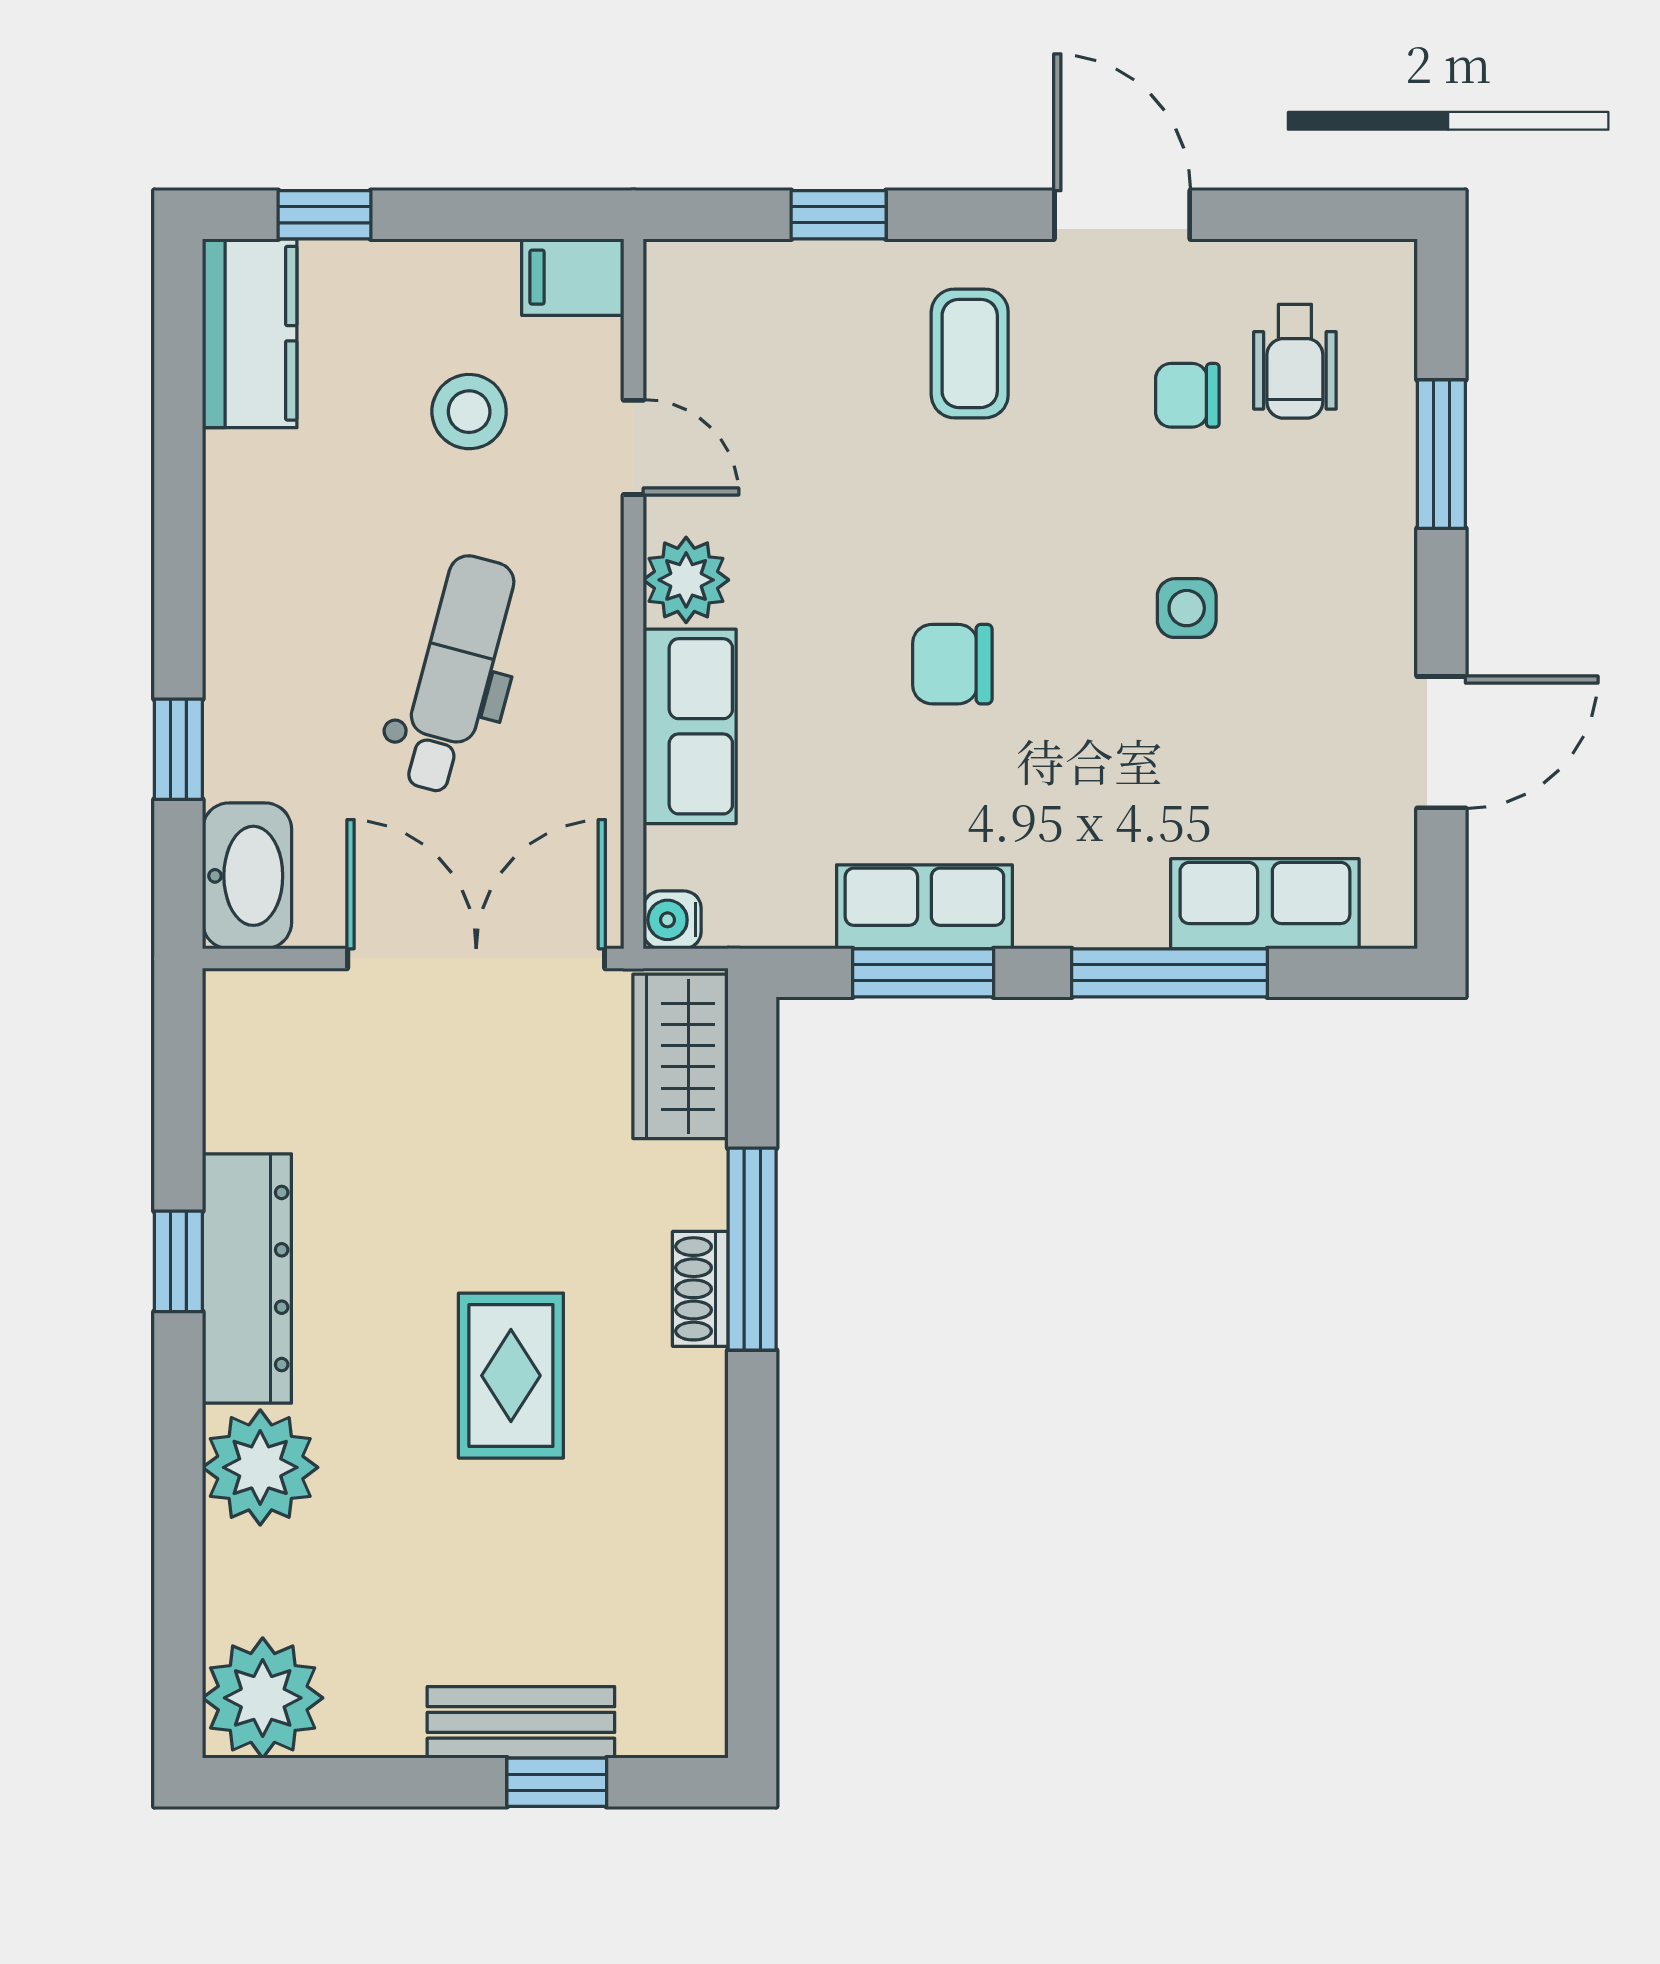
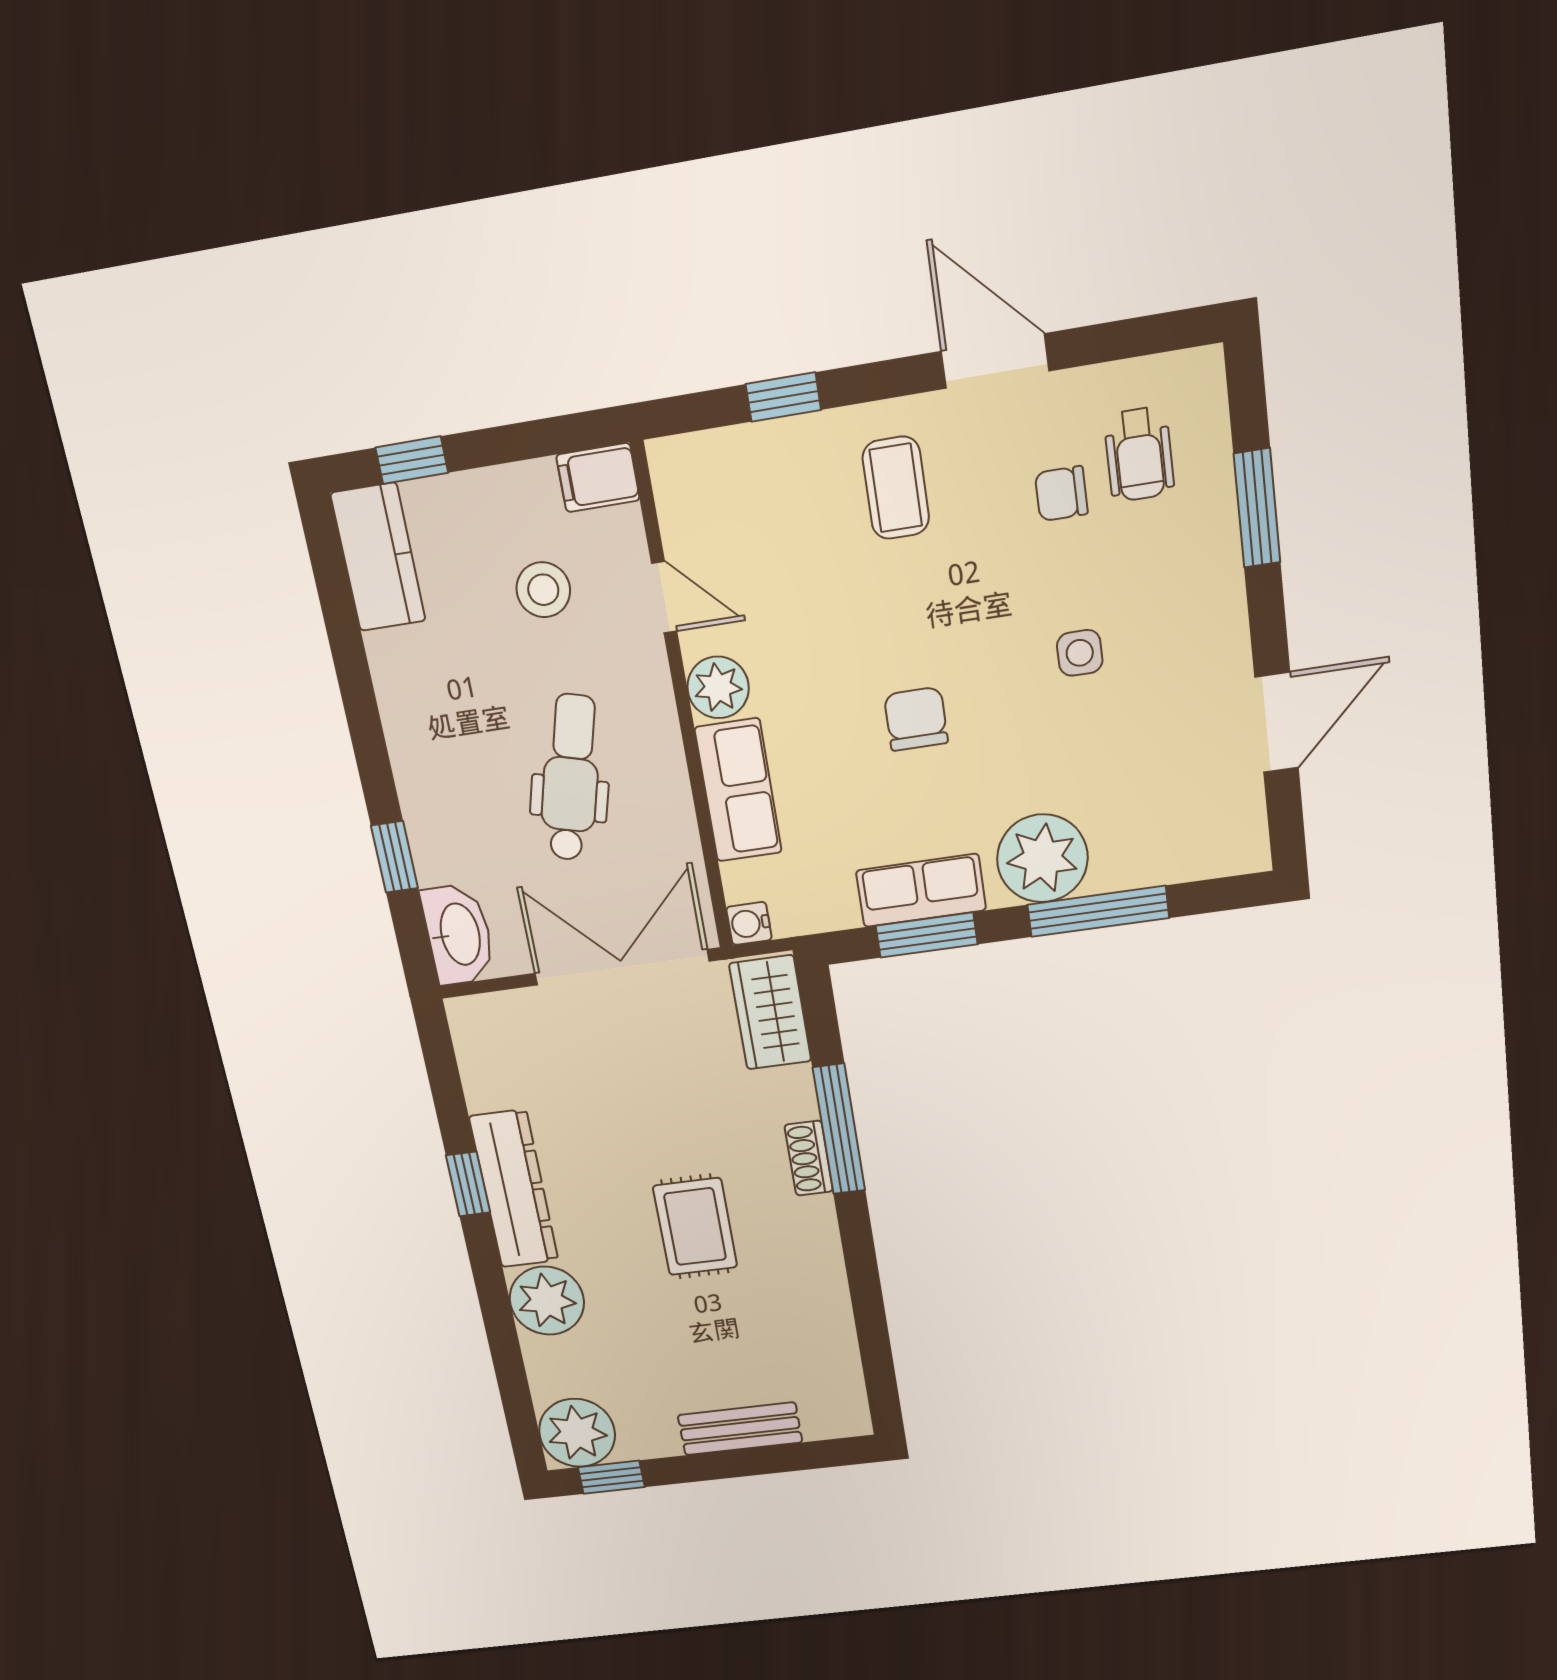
chair: (952, 664) -> (916, 719), turned 90
plant: (1101, 885) -> (1042, 858), added
row of seats: (1265, 904) -> (1160, 855), removed
window: (557, 1782) -> (611, 1477), moved

